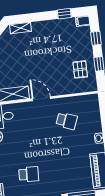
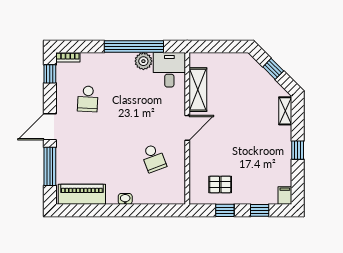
window: (64, 14) -> (298, 150), moved
school desk: (67, 121) -> (153, 158), turned -42

